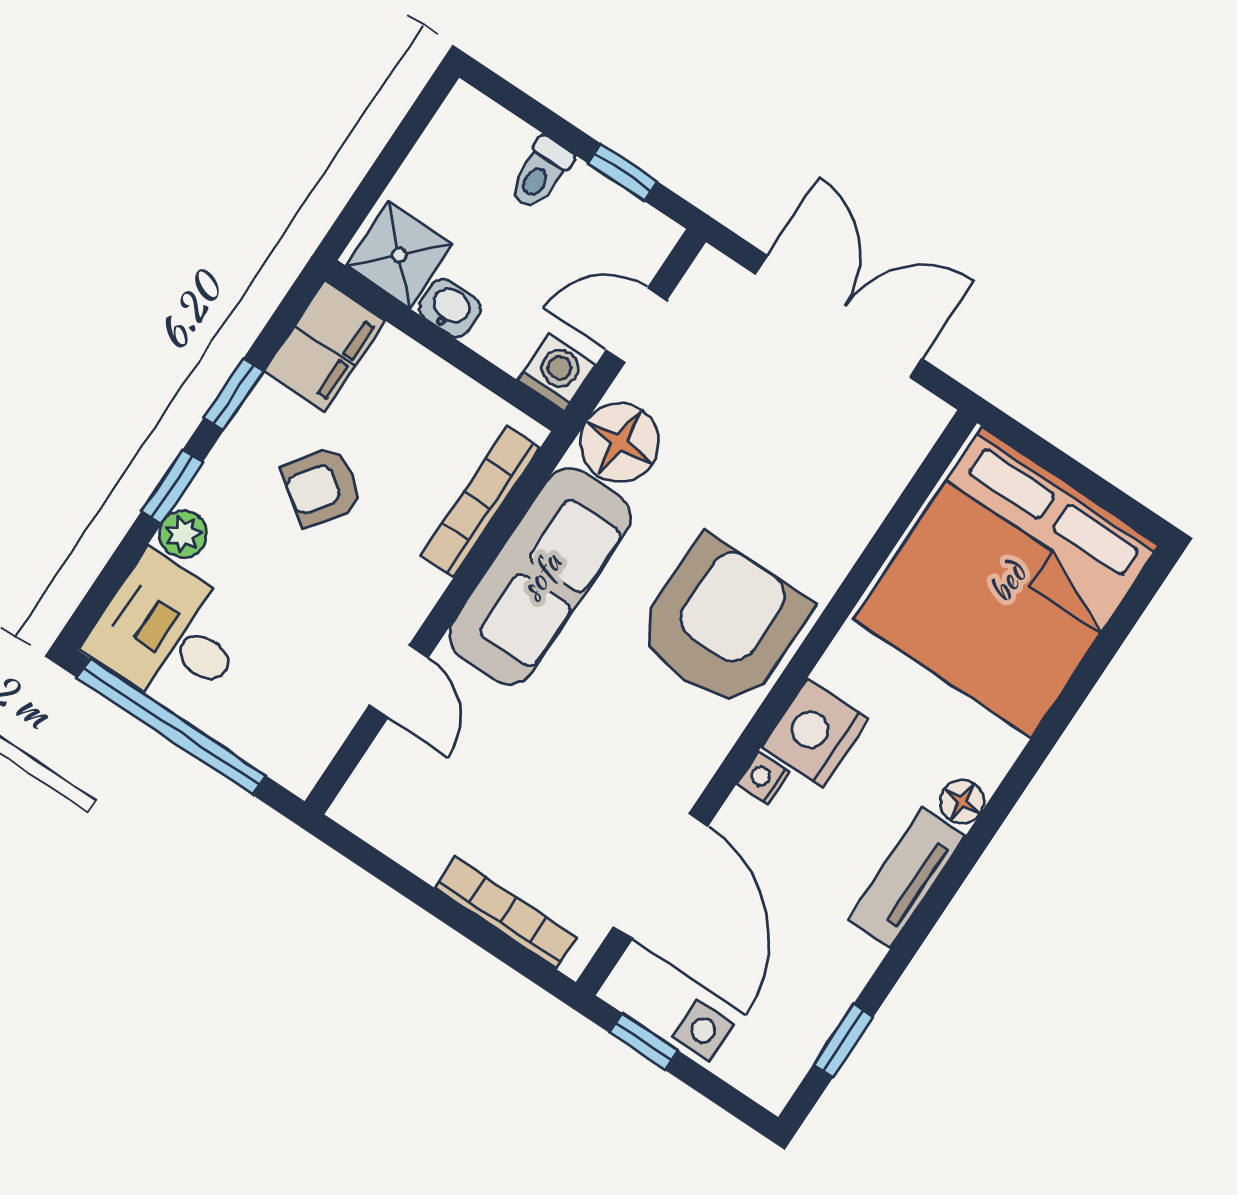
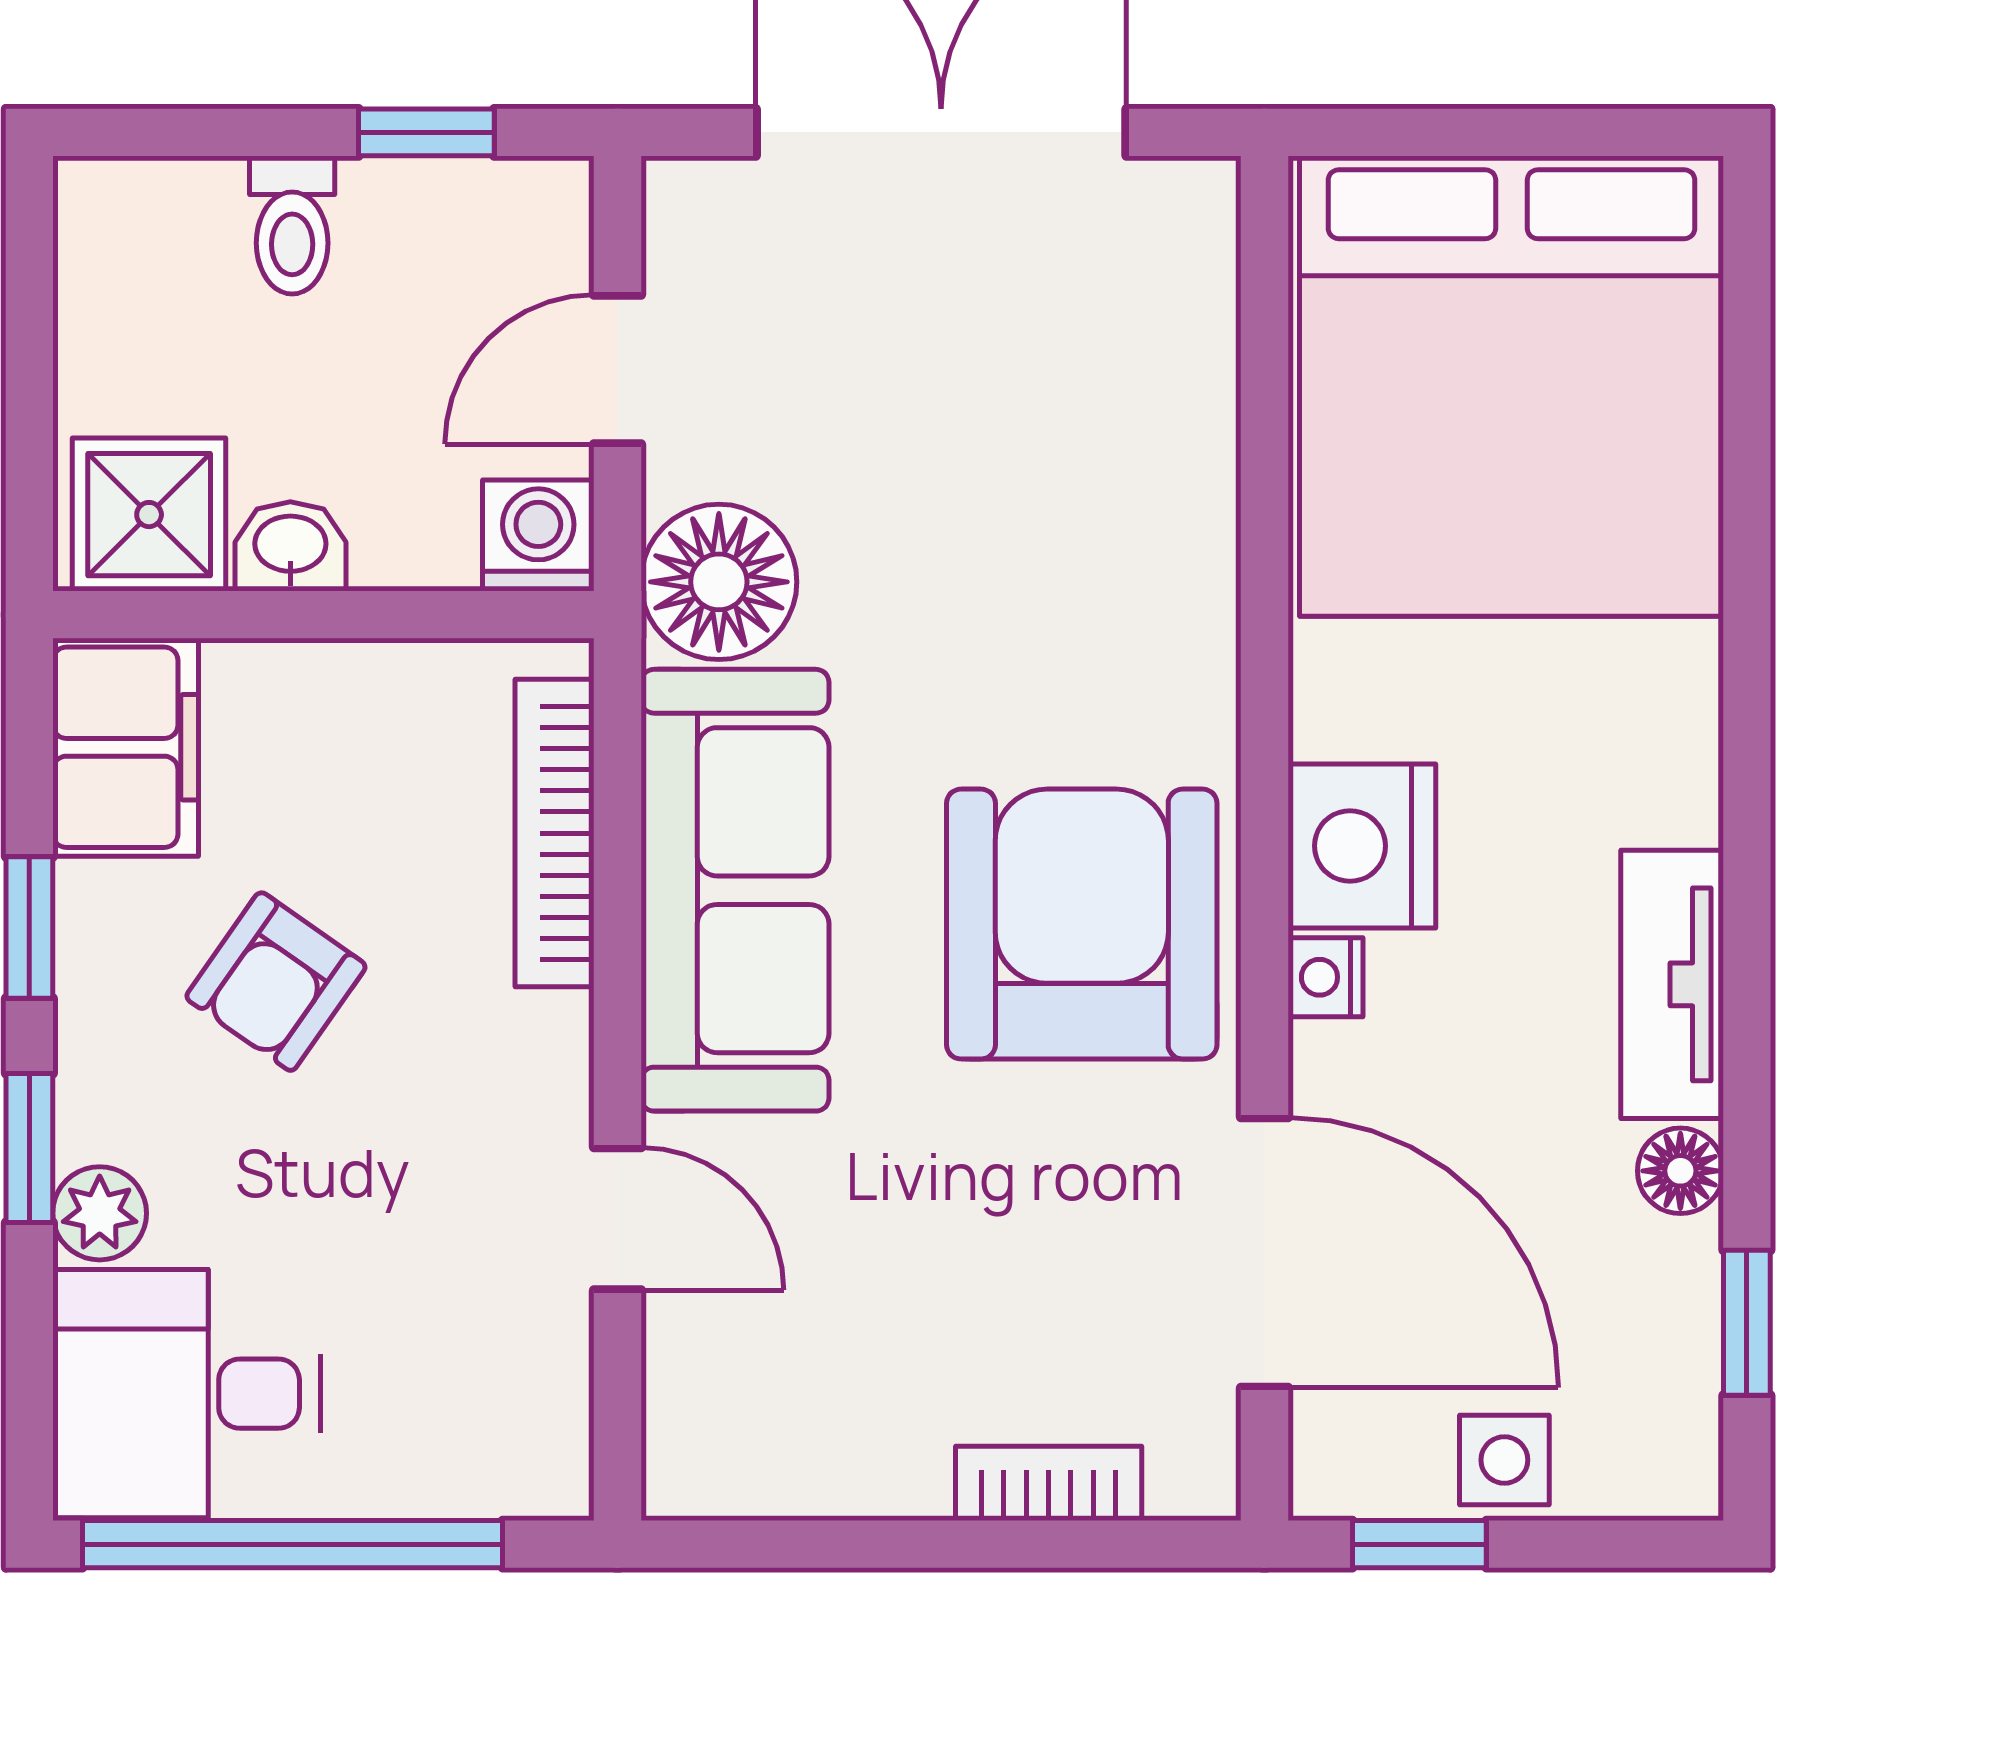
armchair: (722, 623) -> (1082, 924), moved
floor lamp: (962, 802) -> (1680, 1171), moved
bookcase: (506, 913) -> (1049, 1483), width x0.64

